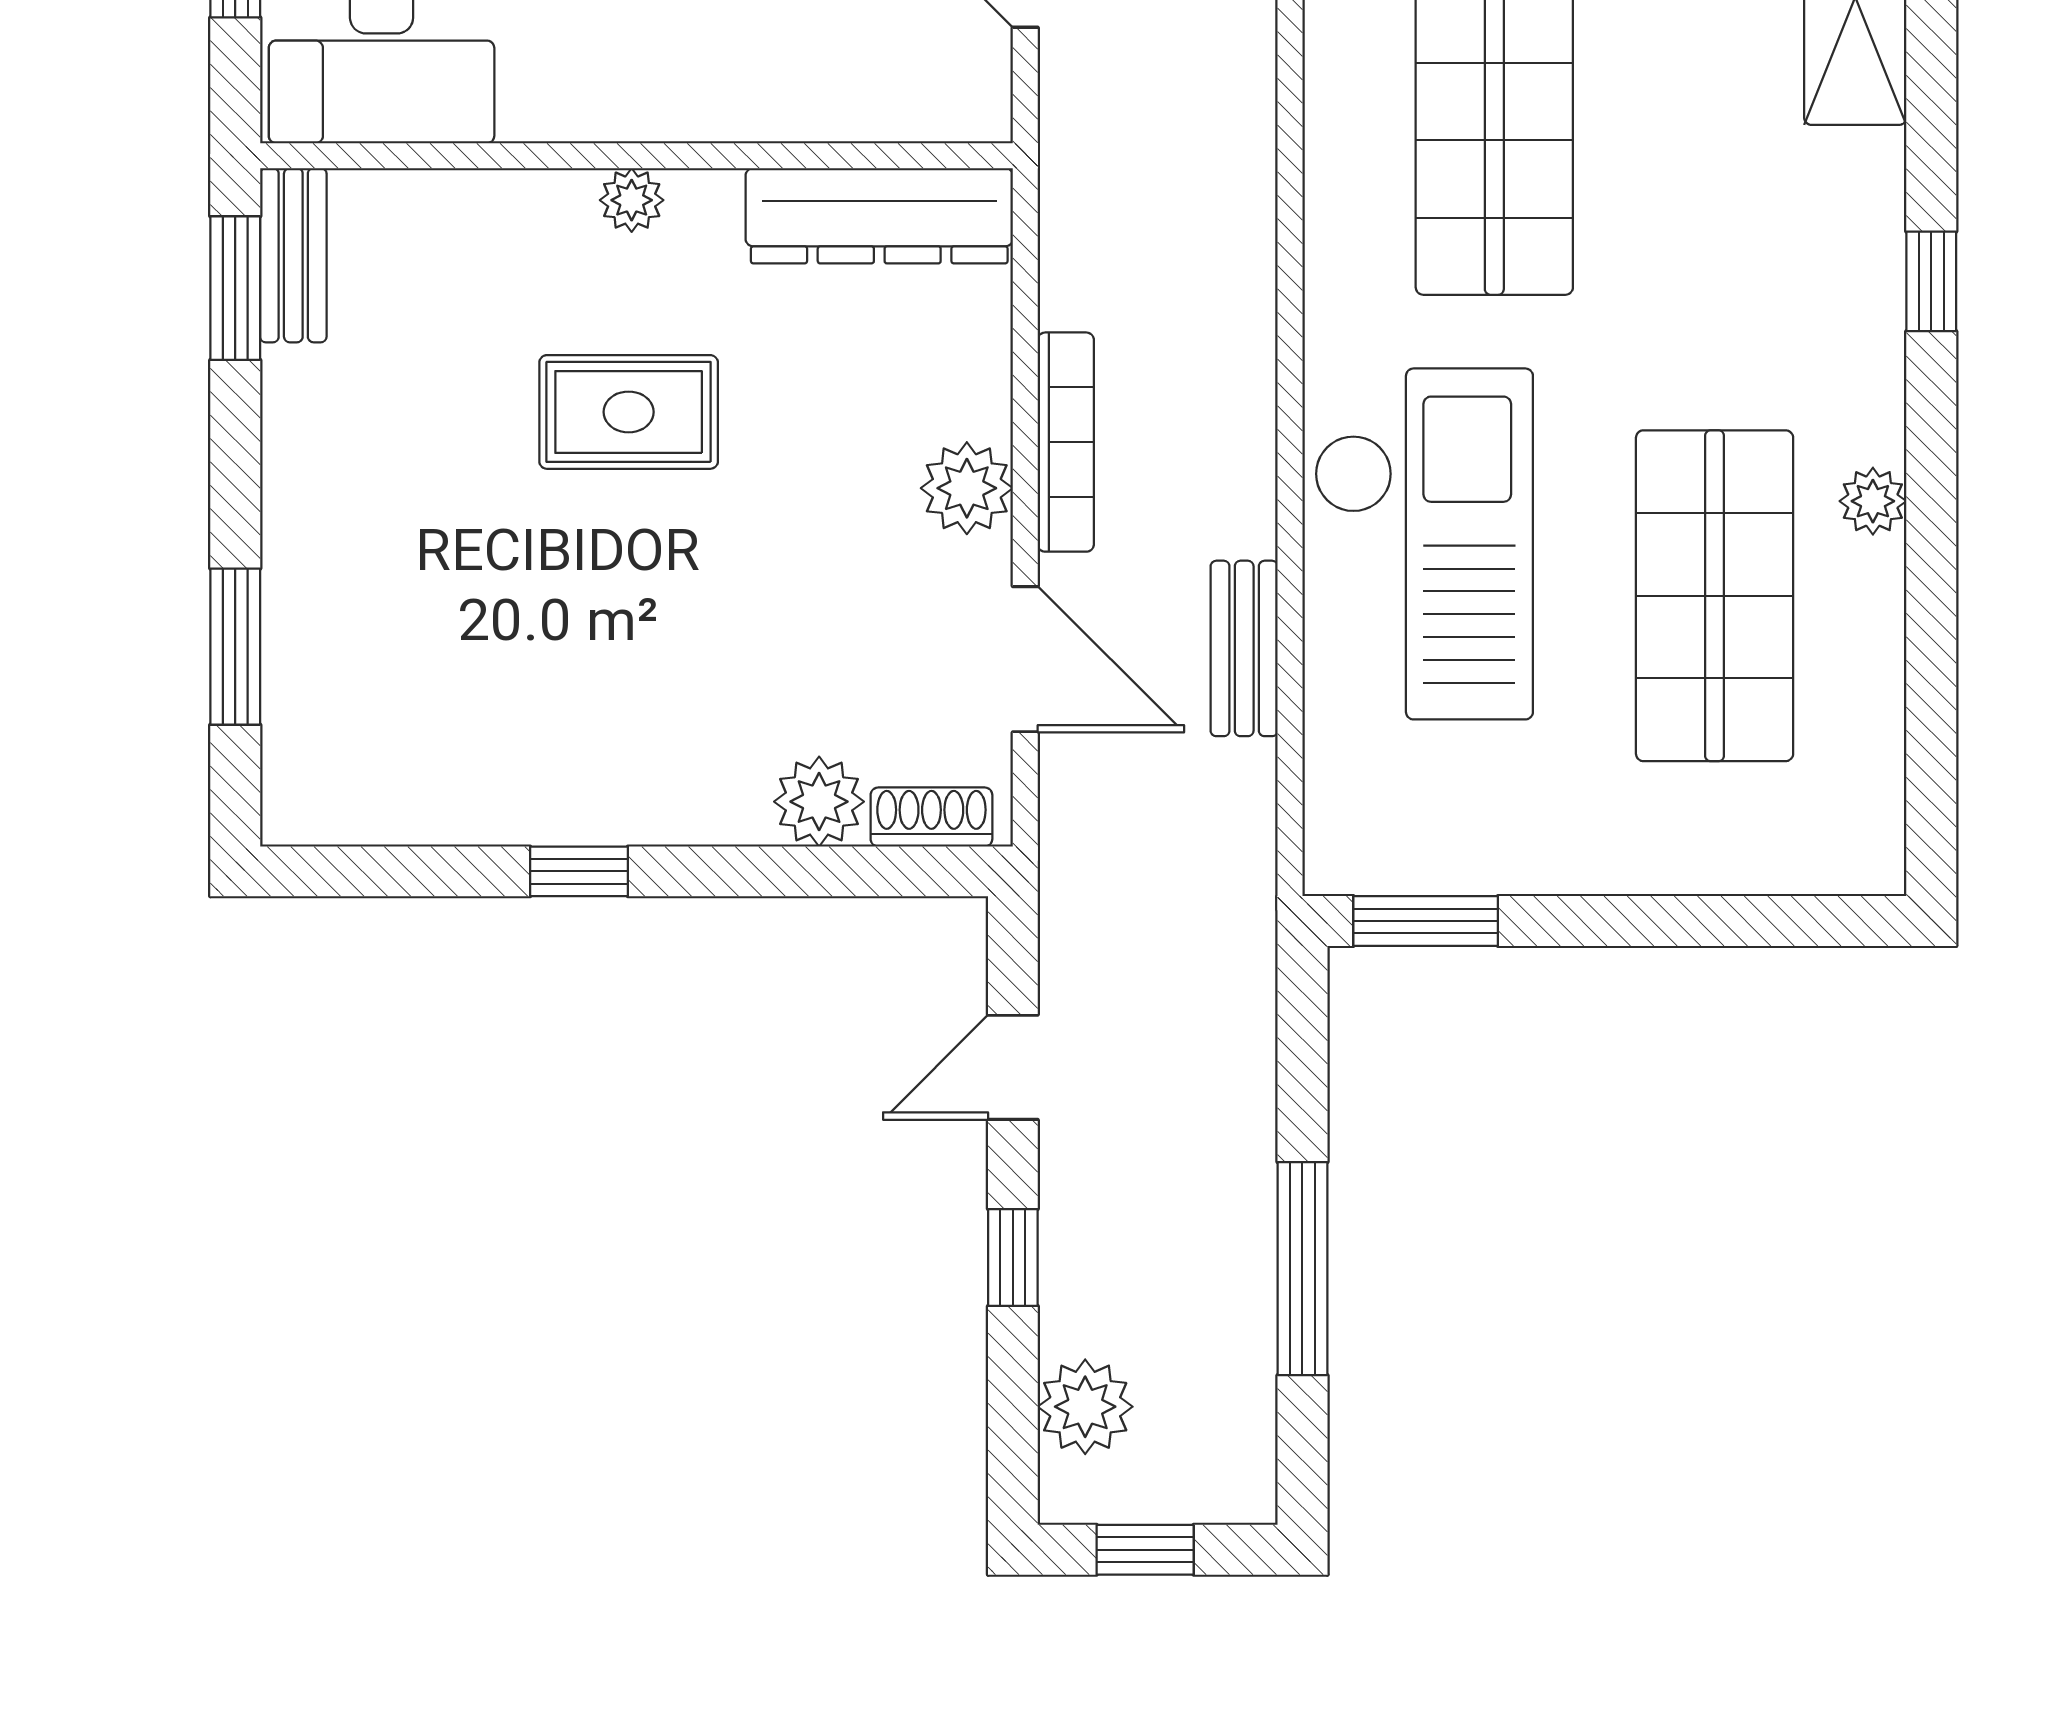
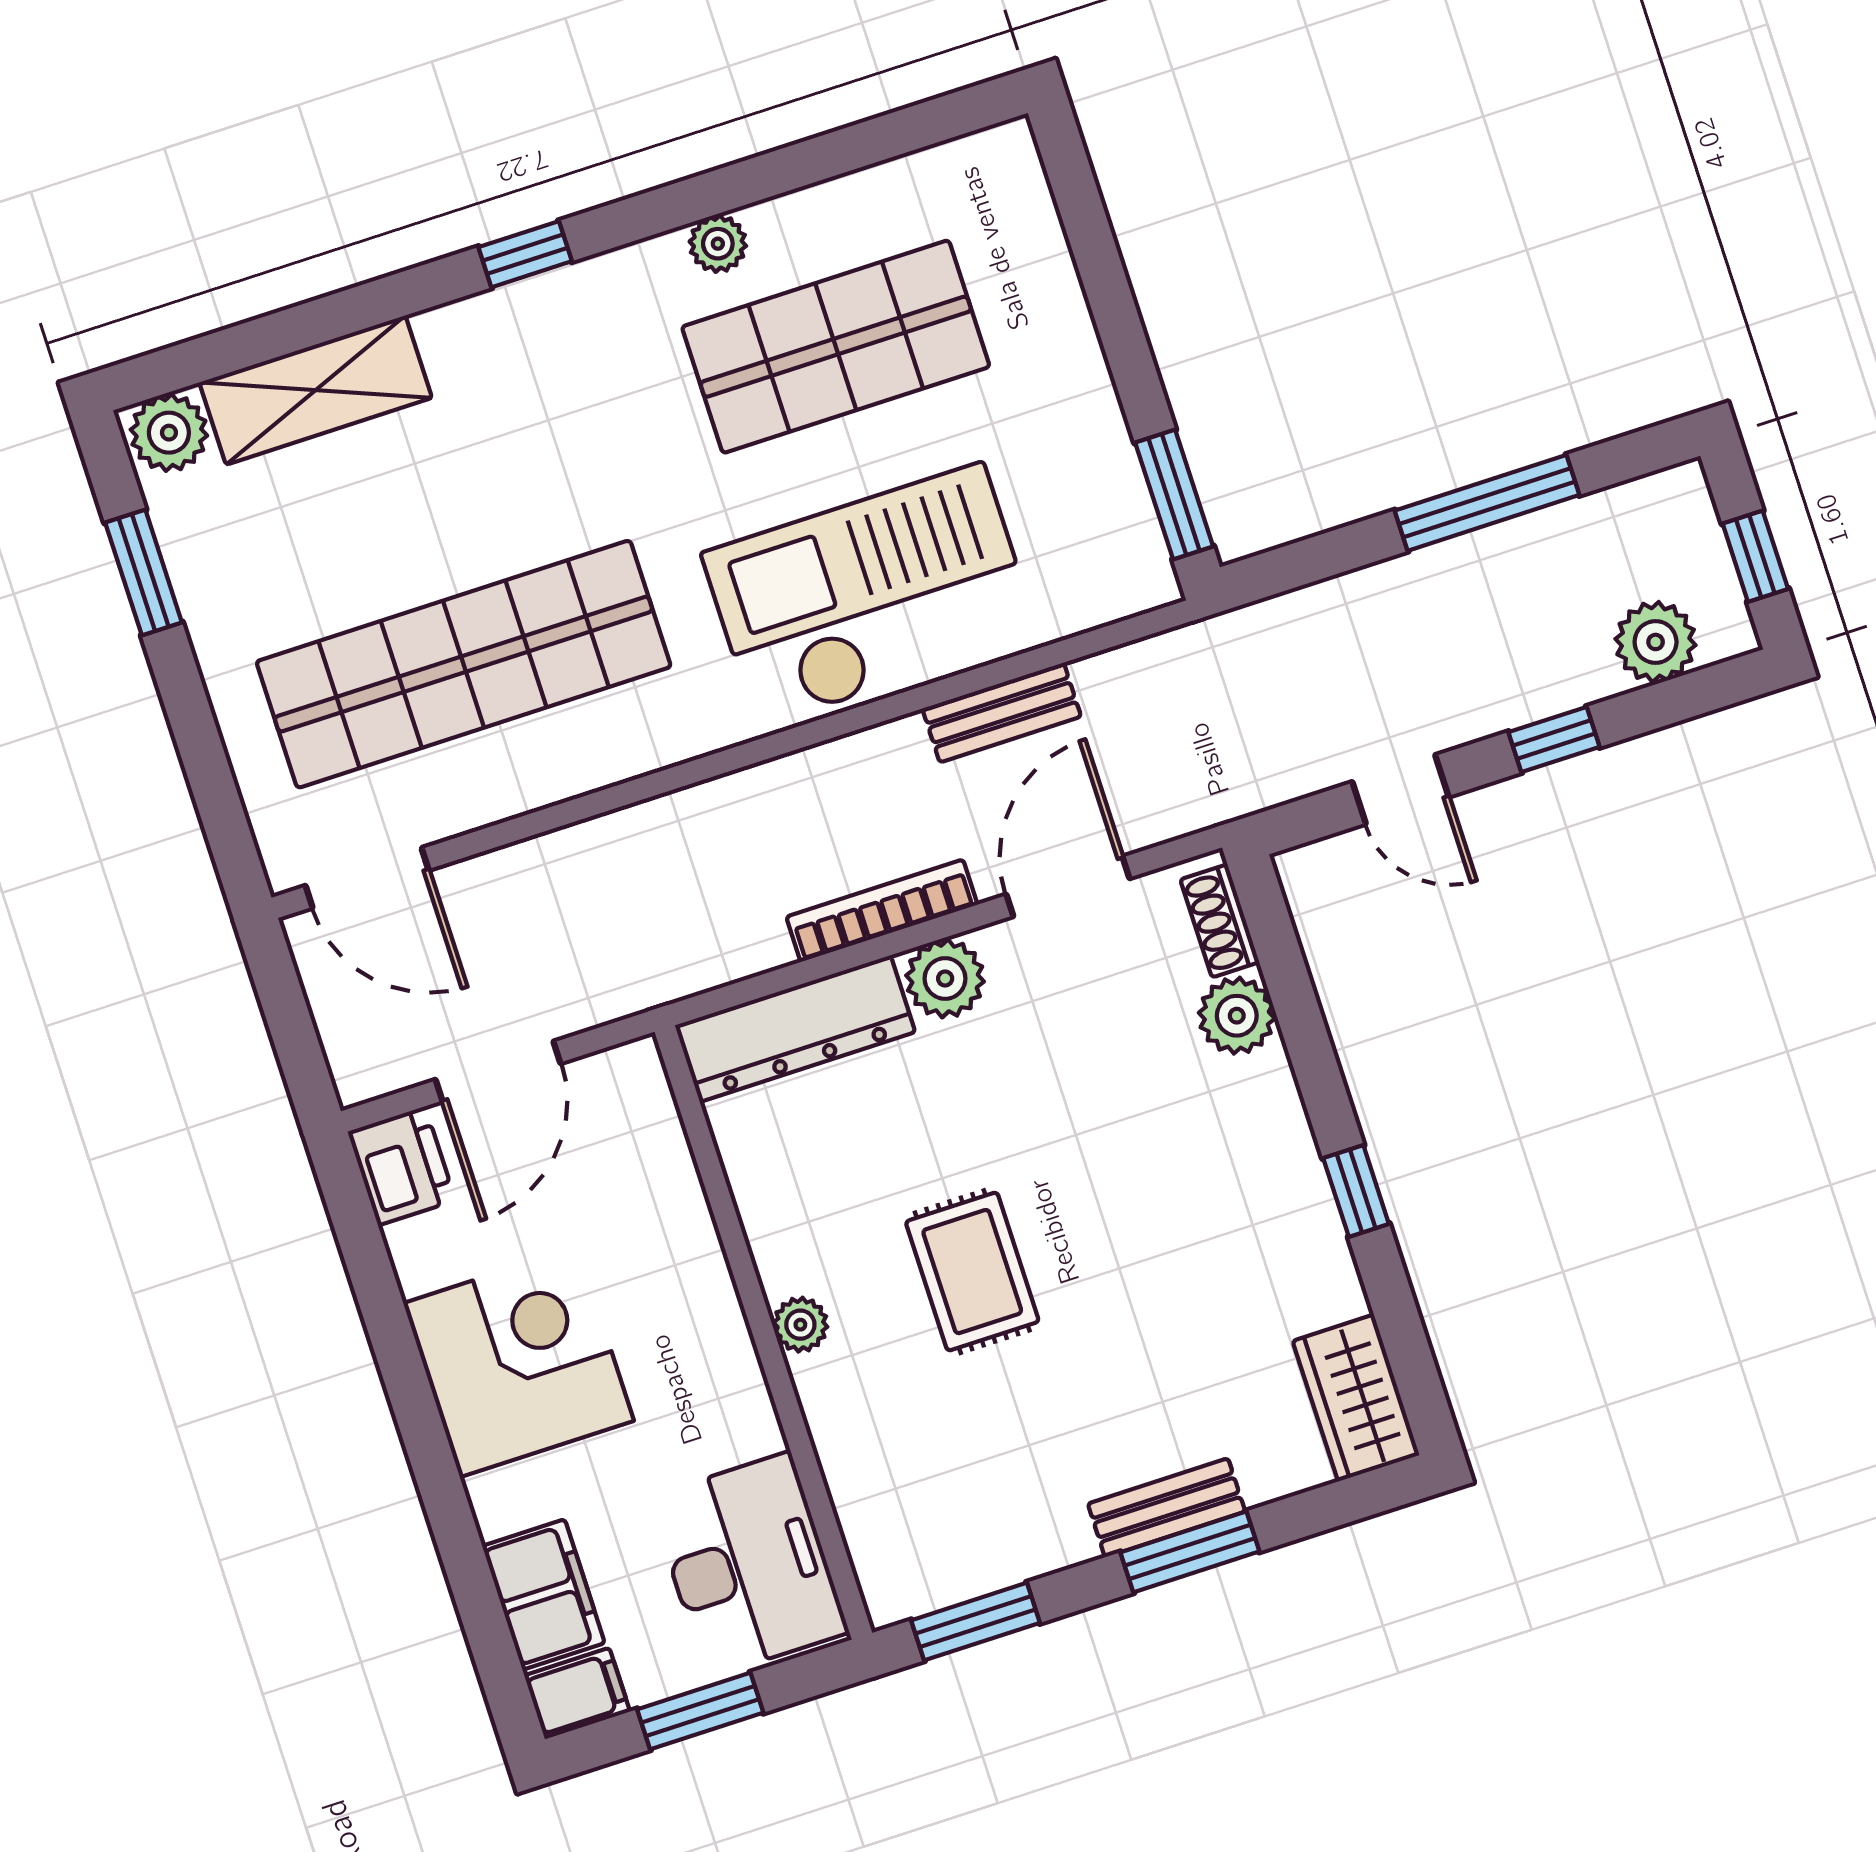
dresser: (879, 216) -> (795, 1029), moved, turned 90
bench: (293, 255) -> (1166, 1508), moved
window: (235, 647) -> (1190, 1552), moved
wardrobe: (347, 796) -> (1356, 1398), added

